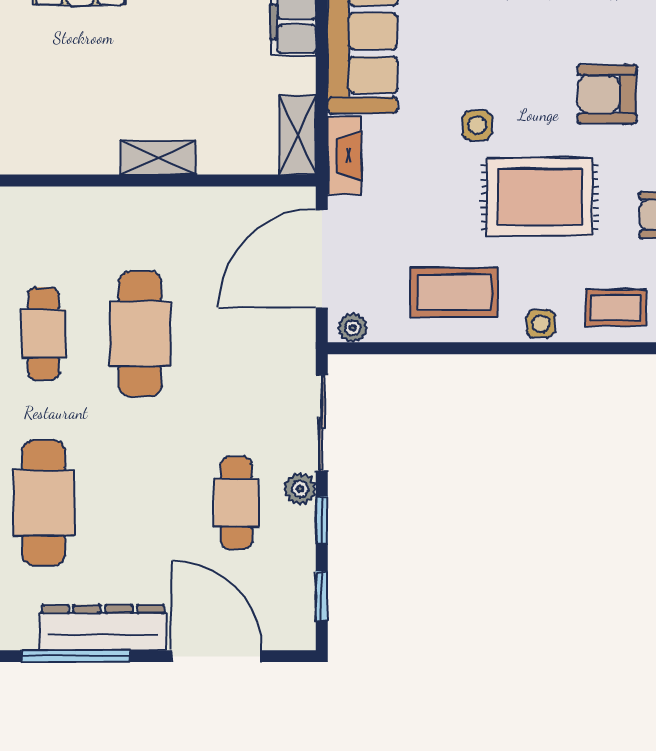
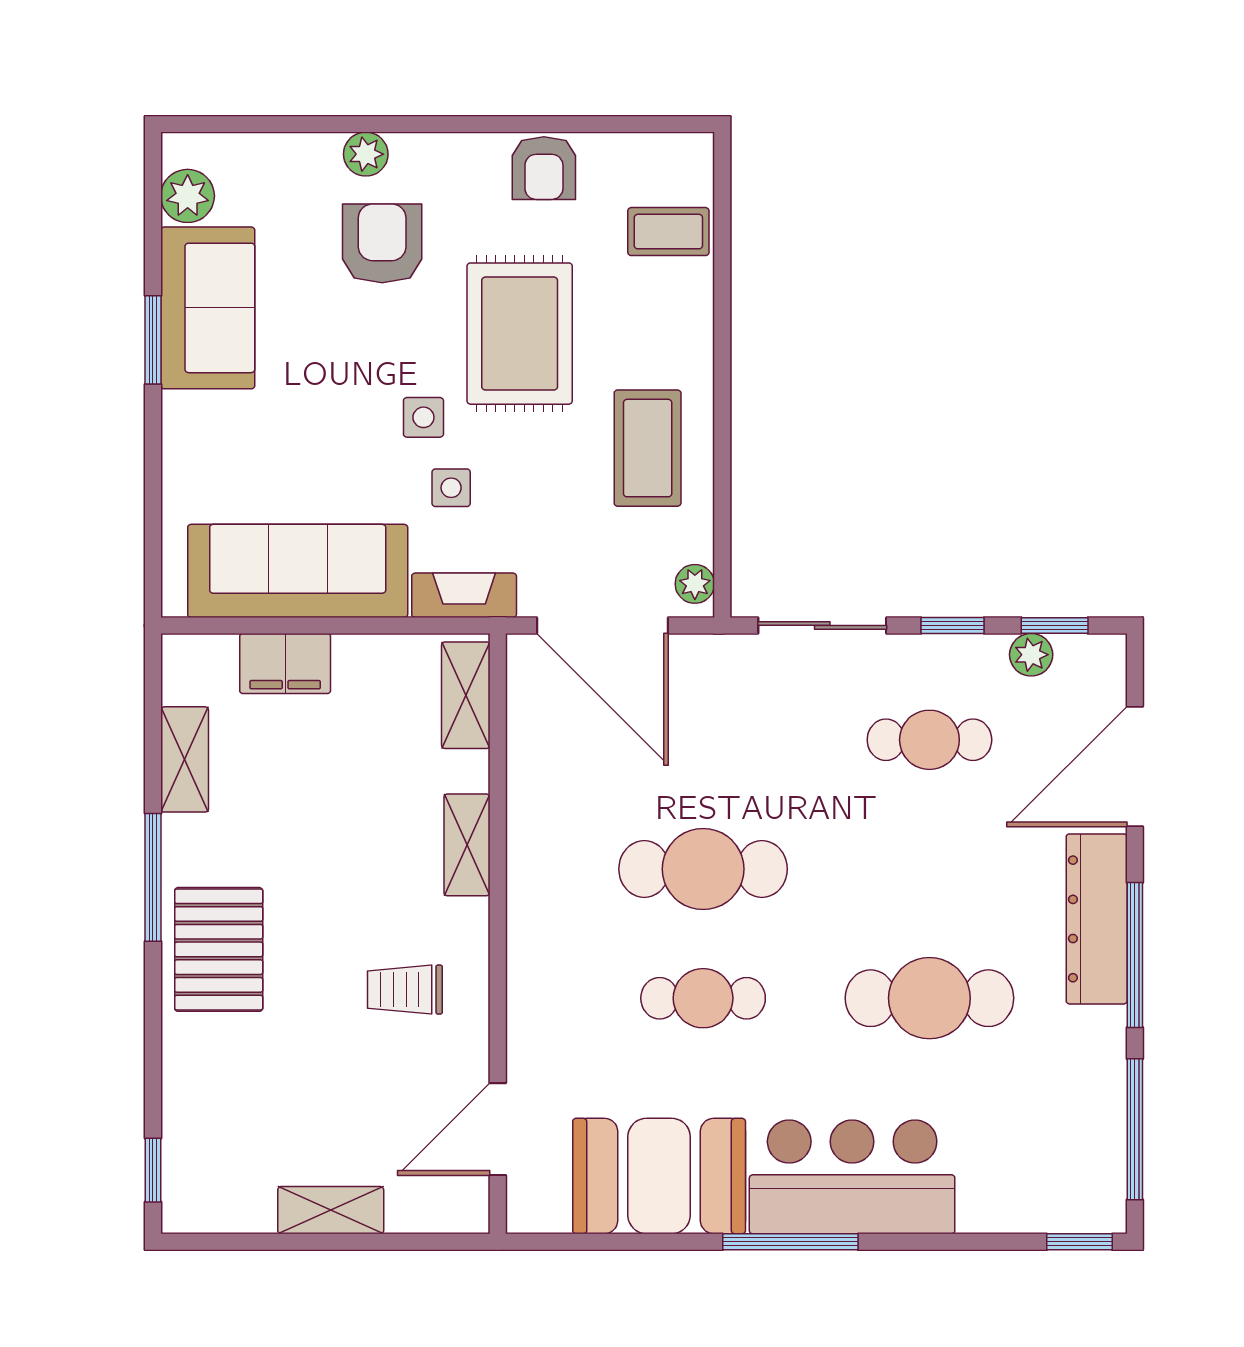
armchair: (607, 94) -> (382, 243), turned 180
trolley: (50, 111) -> (405, 990), added
shelving: (298, 135) -> (466, 695), moved, turned 90
coffee table: (616, 308) -> (668, 232), turned 90
side table: (541, 324) -> (451, 488), moved
plant: (300, 489) -> (1031, 655), moved

